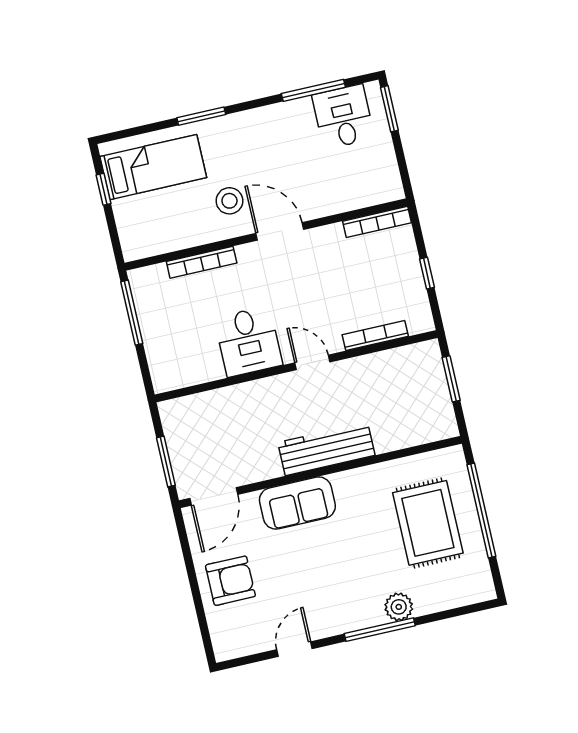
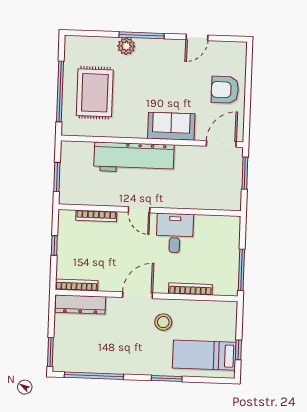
window: (313, 90) -> (94, 376), width x1.46
desk: (343, 117) -> (80, 355), removed
dresser: (363, 194) -> (80, 304), added
door: (280, 231) -> (138, 295), swing flipped
workbench: (326, 449) -> (134, 158), width x1.36, depth x1.32

